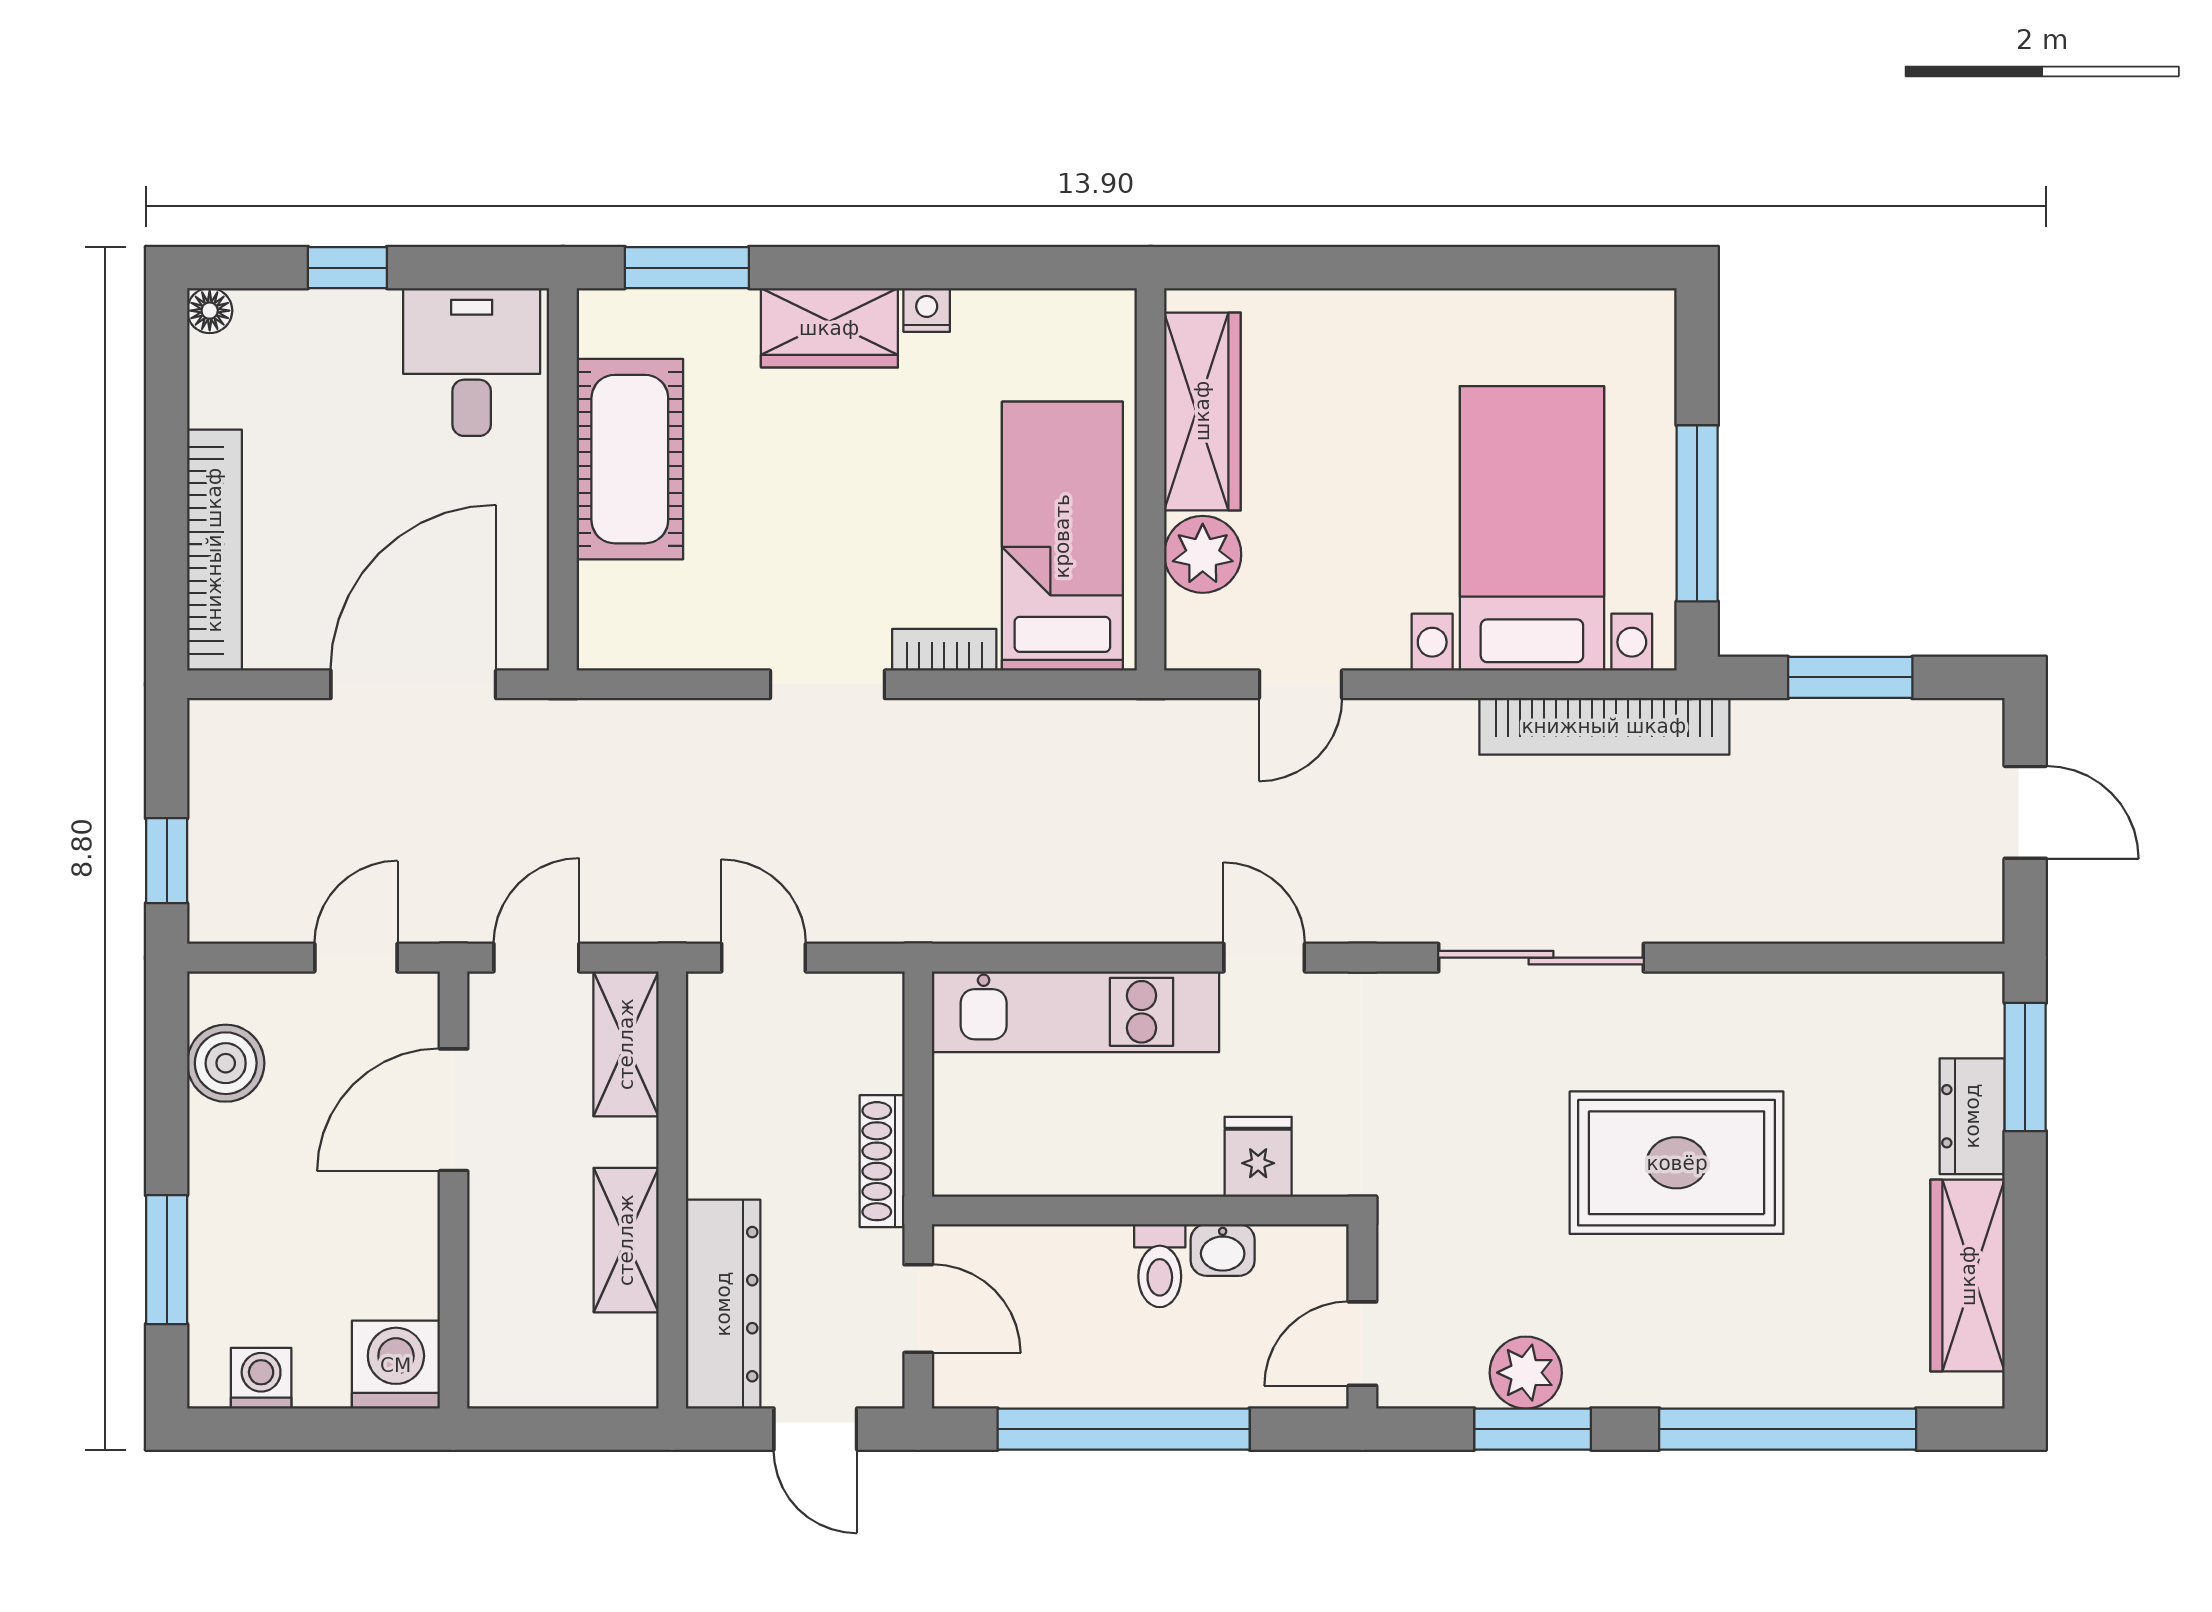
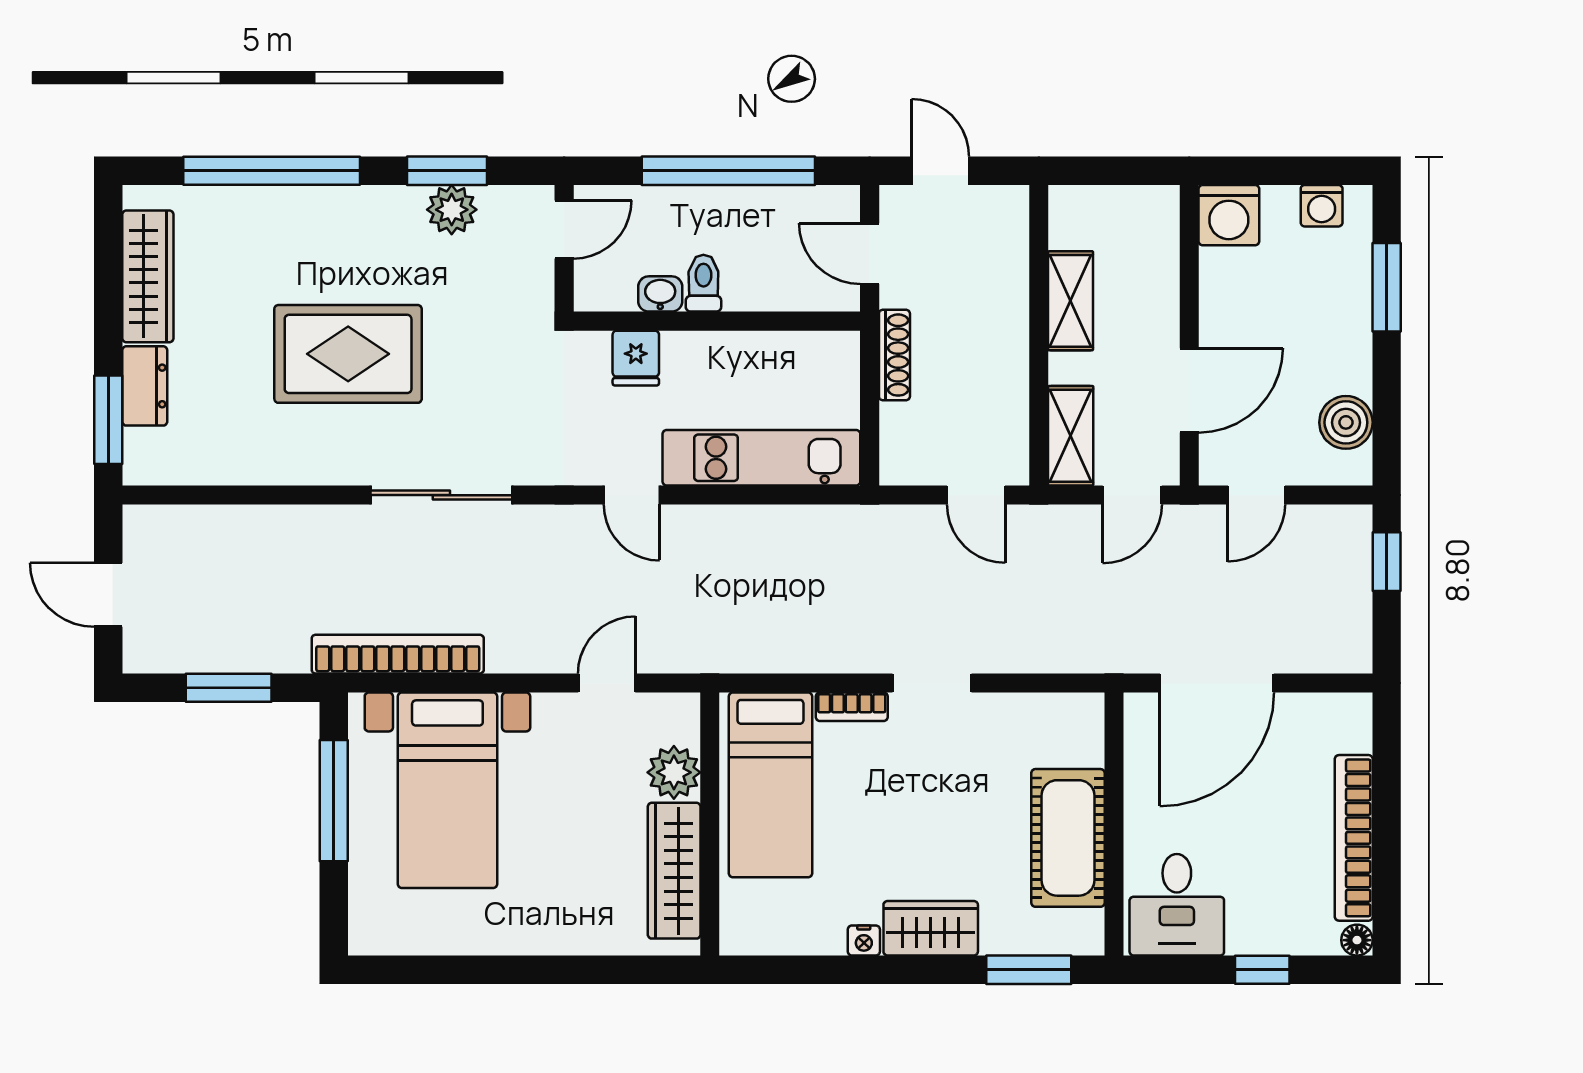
bookcase: (214, 550) -> (1354, 838), moved
dresser: (723, 1304) -> (1004, 257), removed

